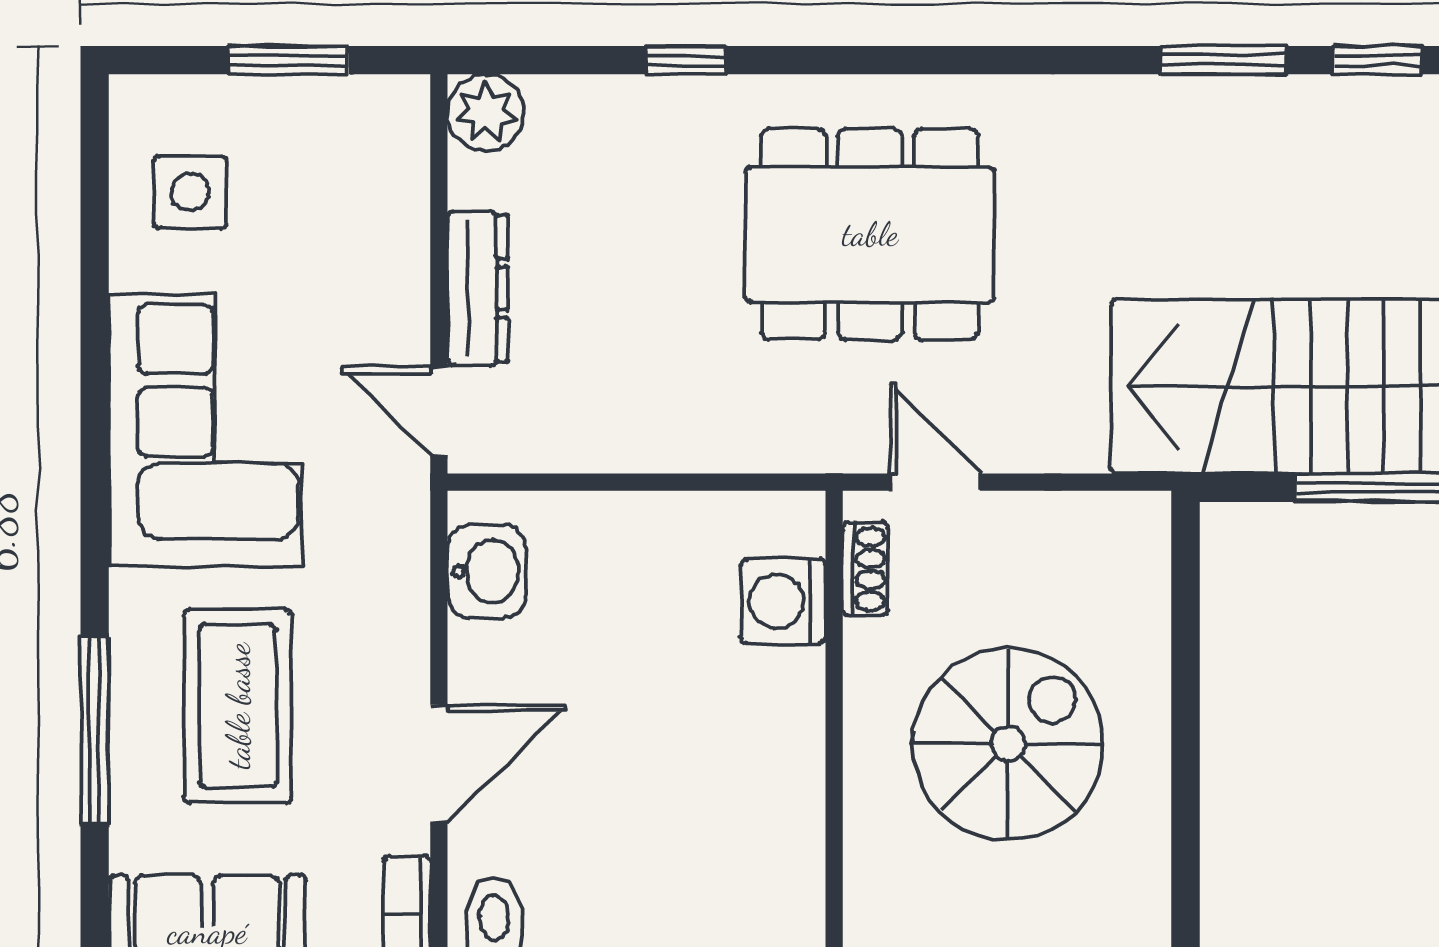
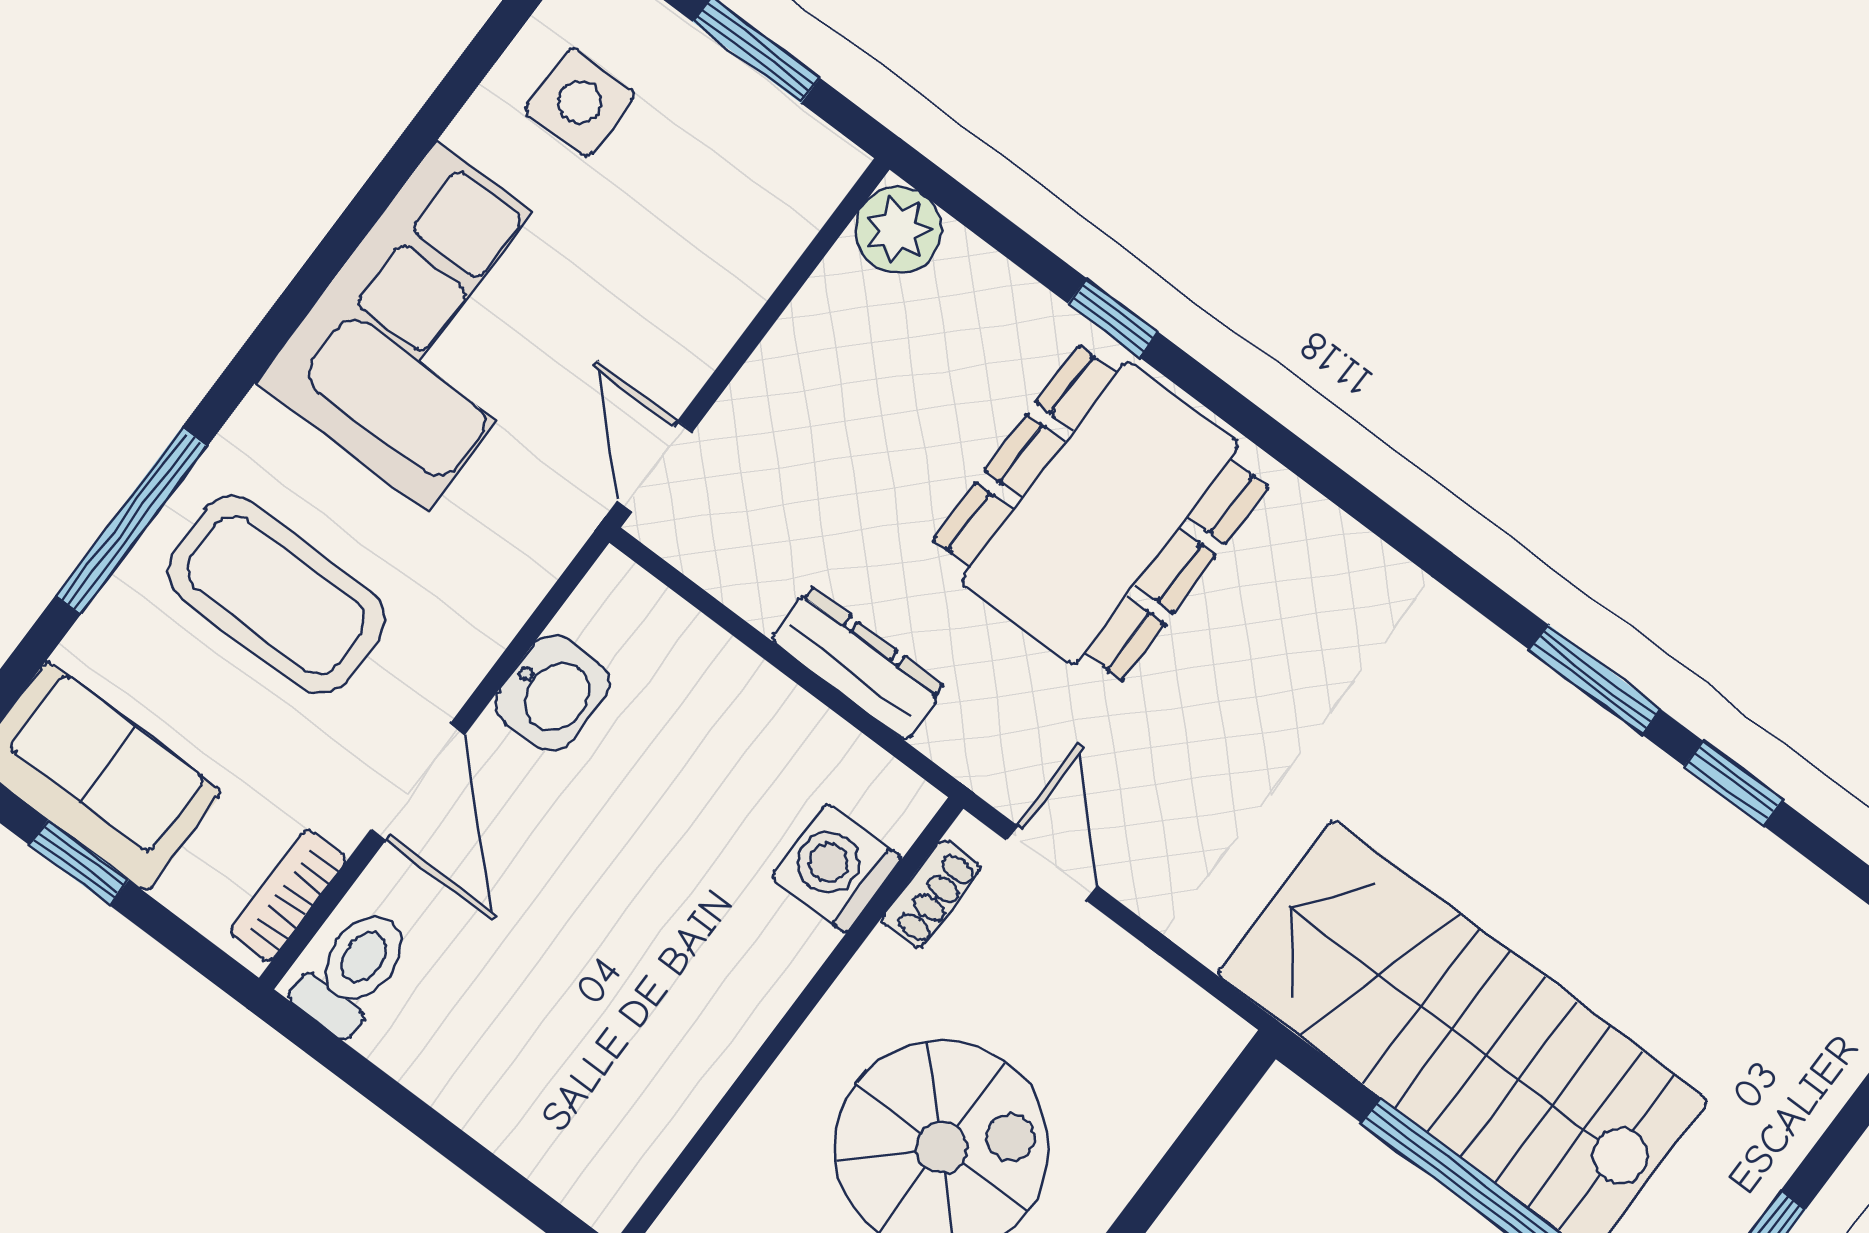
dining table: (870, 234) -> (1100, 513), moved, turned 90
dresser: (478, 288) -> (858, 663), moved, turned -90
washbasin: (487, 571) -> (552, 693), moved
coffee table: (238, 706) -> (276, 595), turned 90
door: (439, 764) -> (418, 782), hinge flipped

